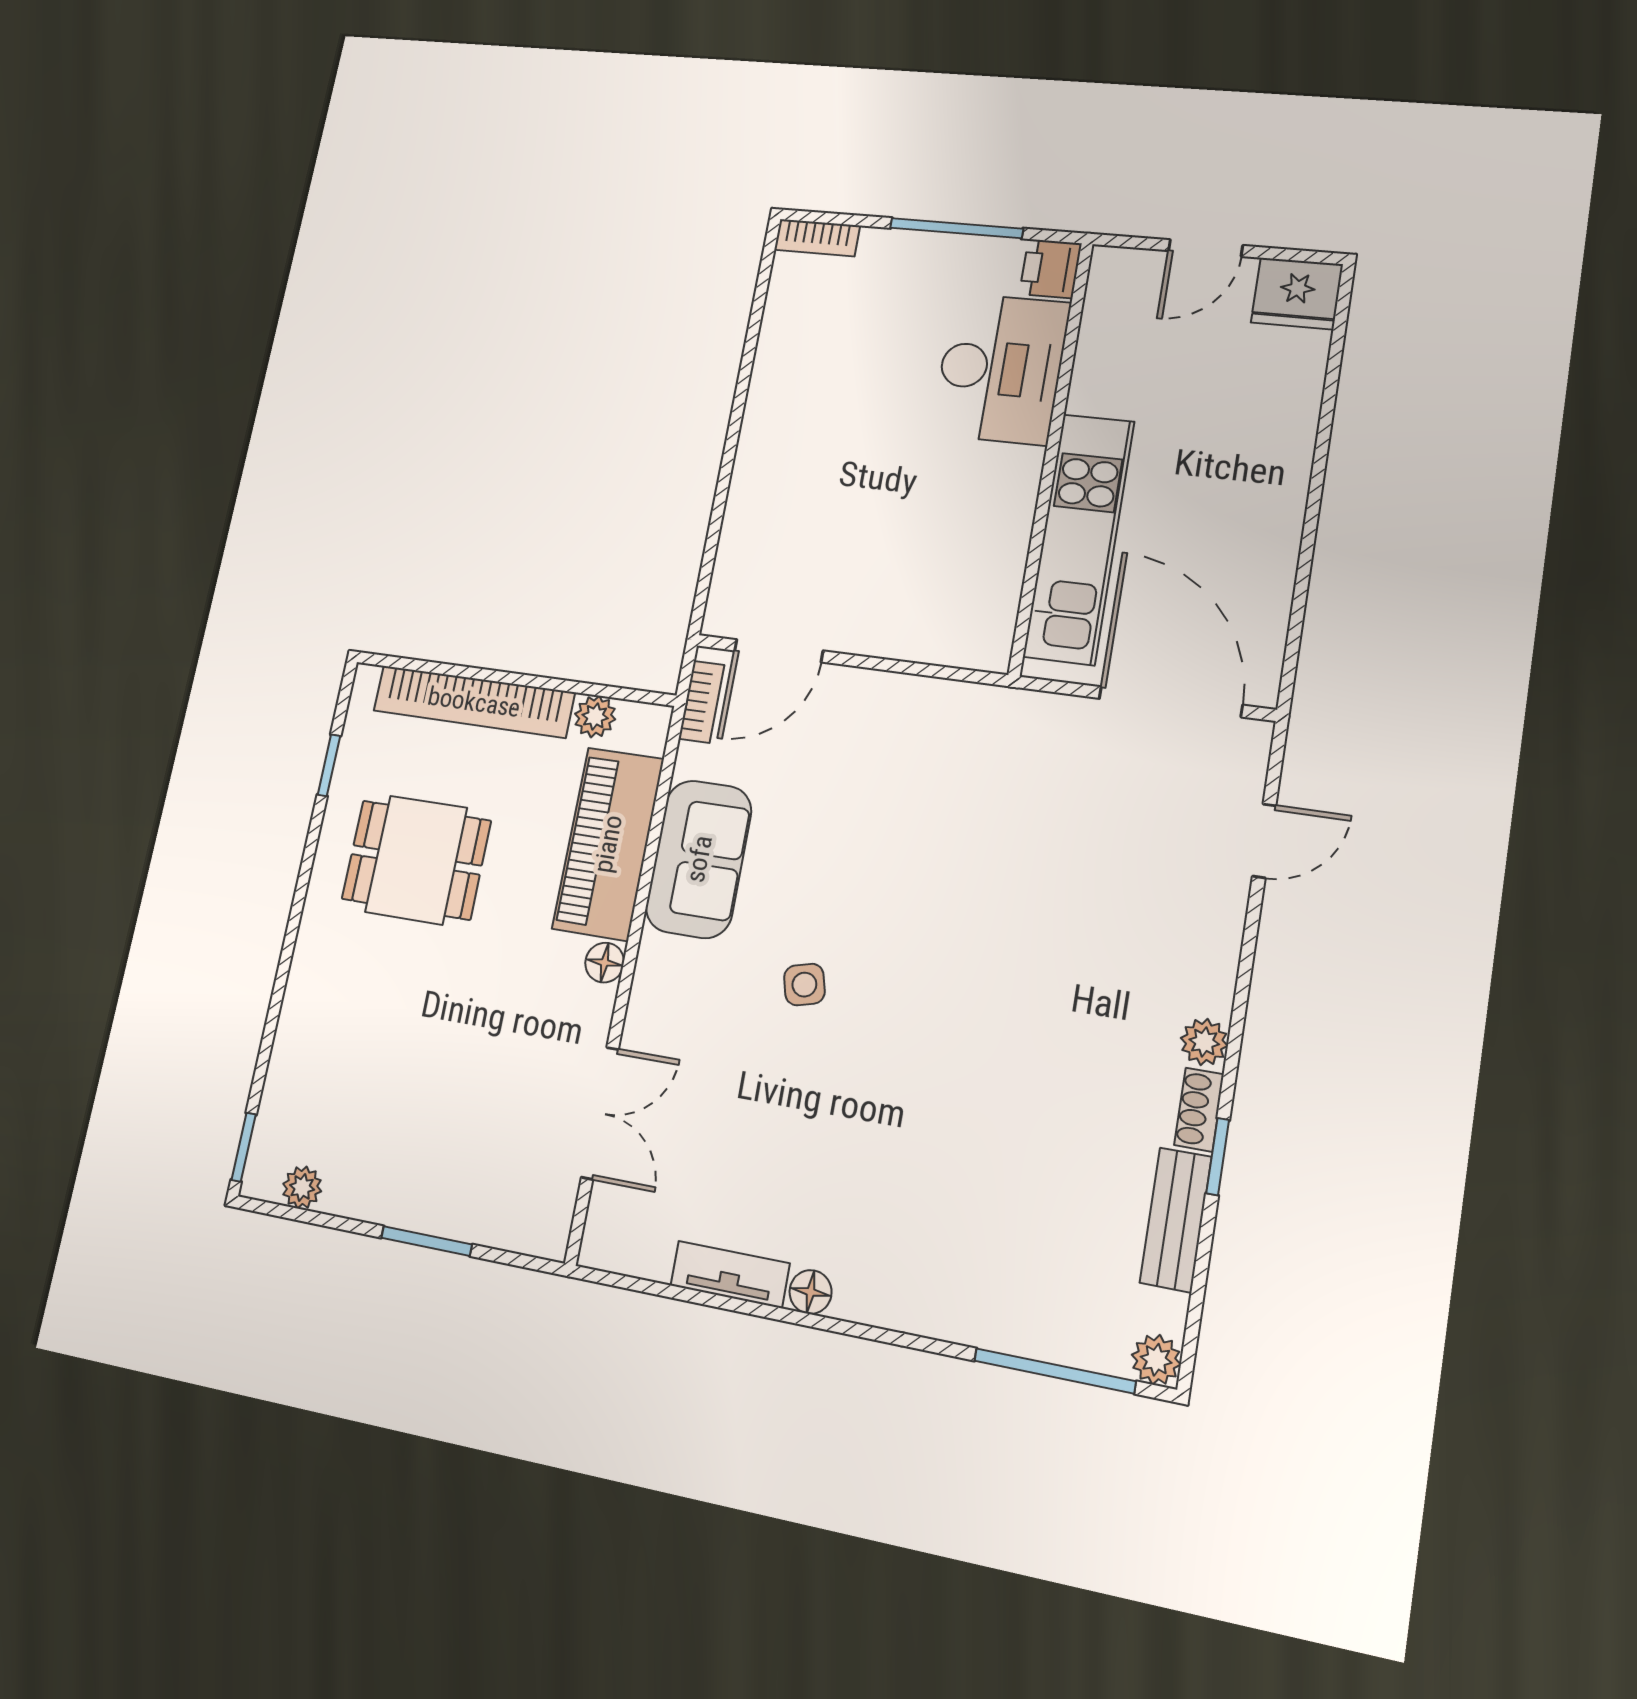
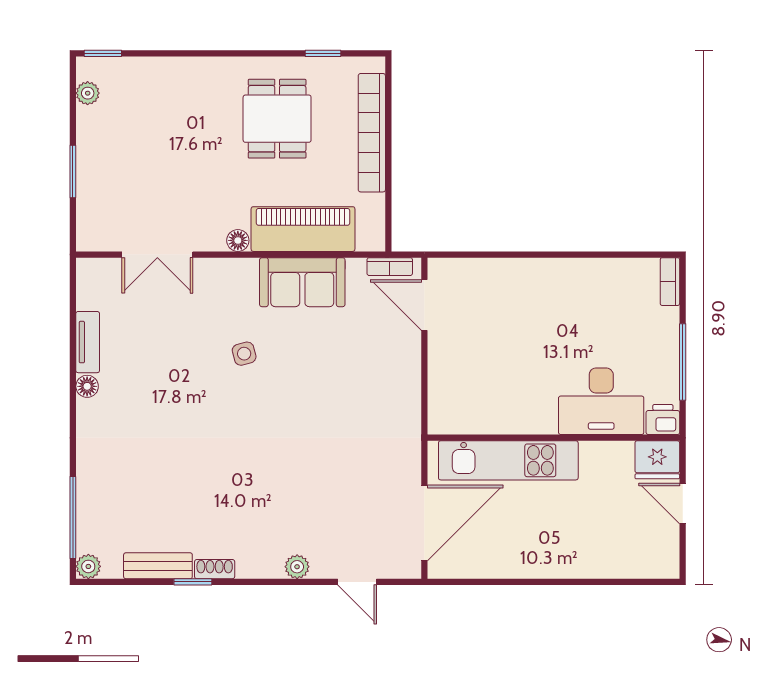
fridge: (1297, 293) -> (657, 460), moved, turned -90
plant: (595, 717) -> (373, 207), removed
plant: (1204, 1042) -> (297, 567), moved

